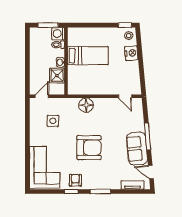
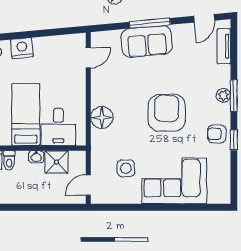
desk: (80, 77) -> (58, 127), added
door: (42, 96) -> (88, 185), hinge flipped
sofa: (137, 149) -> (147, 41), moved
corner sofa: (45, 167) -> (174, 181), moved
plant: (100, 185) -> (223, 95), added

